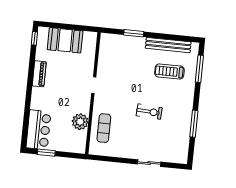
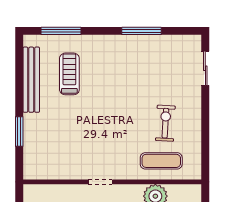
treadmill: (169, 71) -> (69, 74), turned 180
exercise bike: (149, 112) -> (165, 123), moved
sliding door: (149, 163) -> (205, 68), moved

